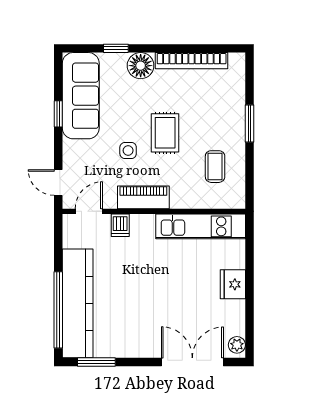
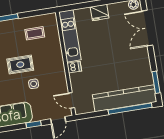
window: (58, 114) -> (34, 124), moved
piano: (143, 197) -> (59, 71), removed
dishwasher: (120, 225) -> (74, 67), moved

